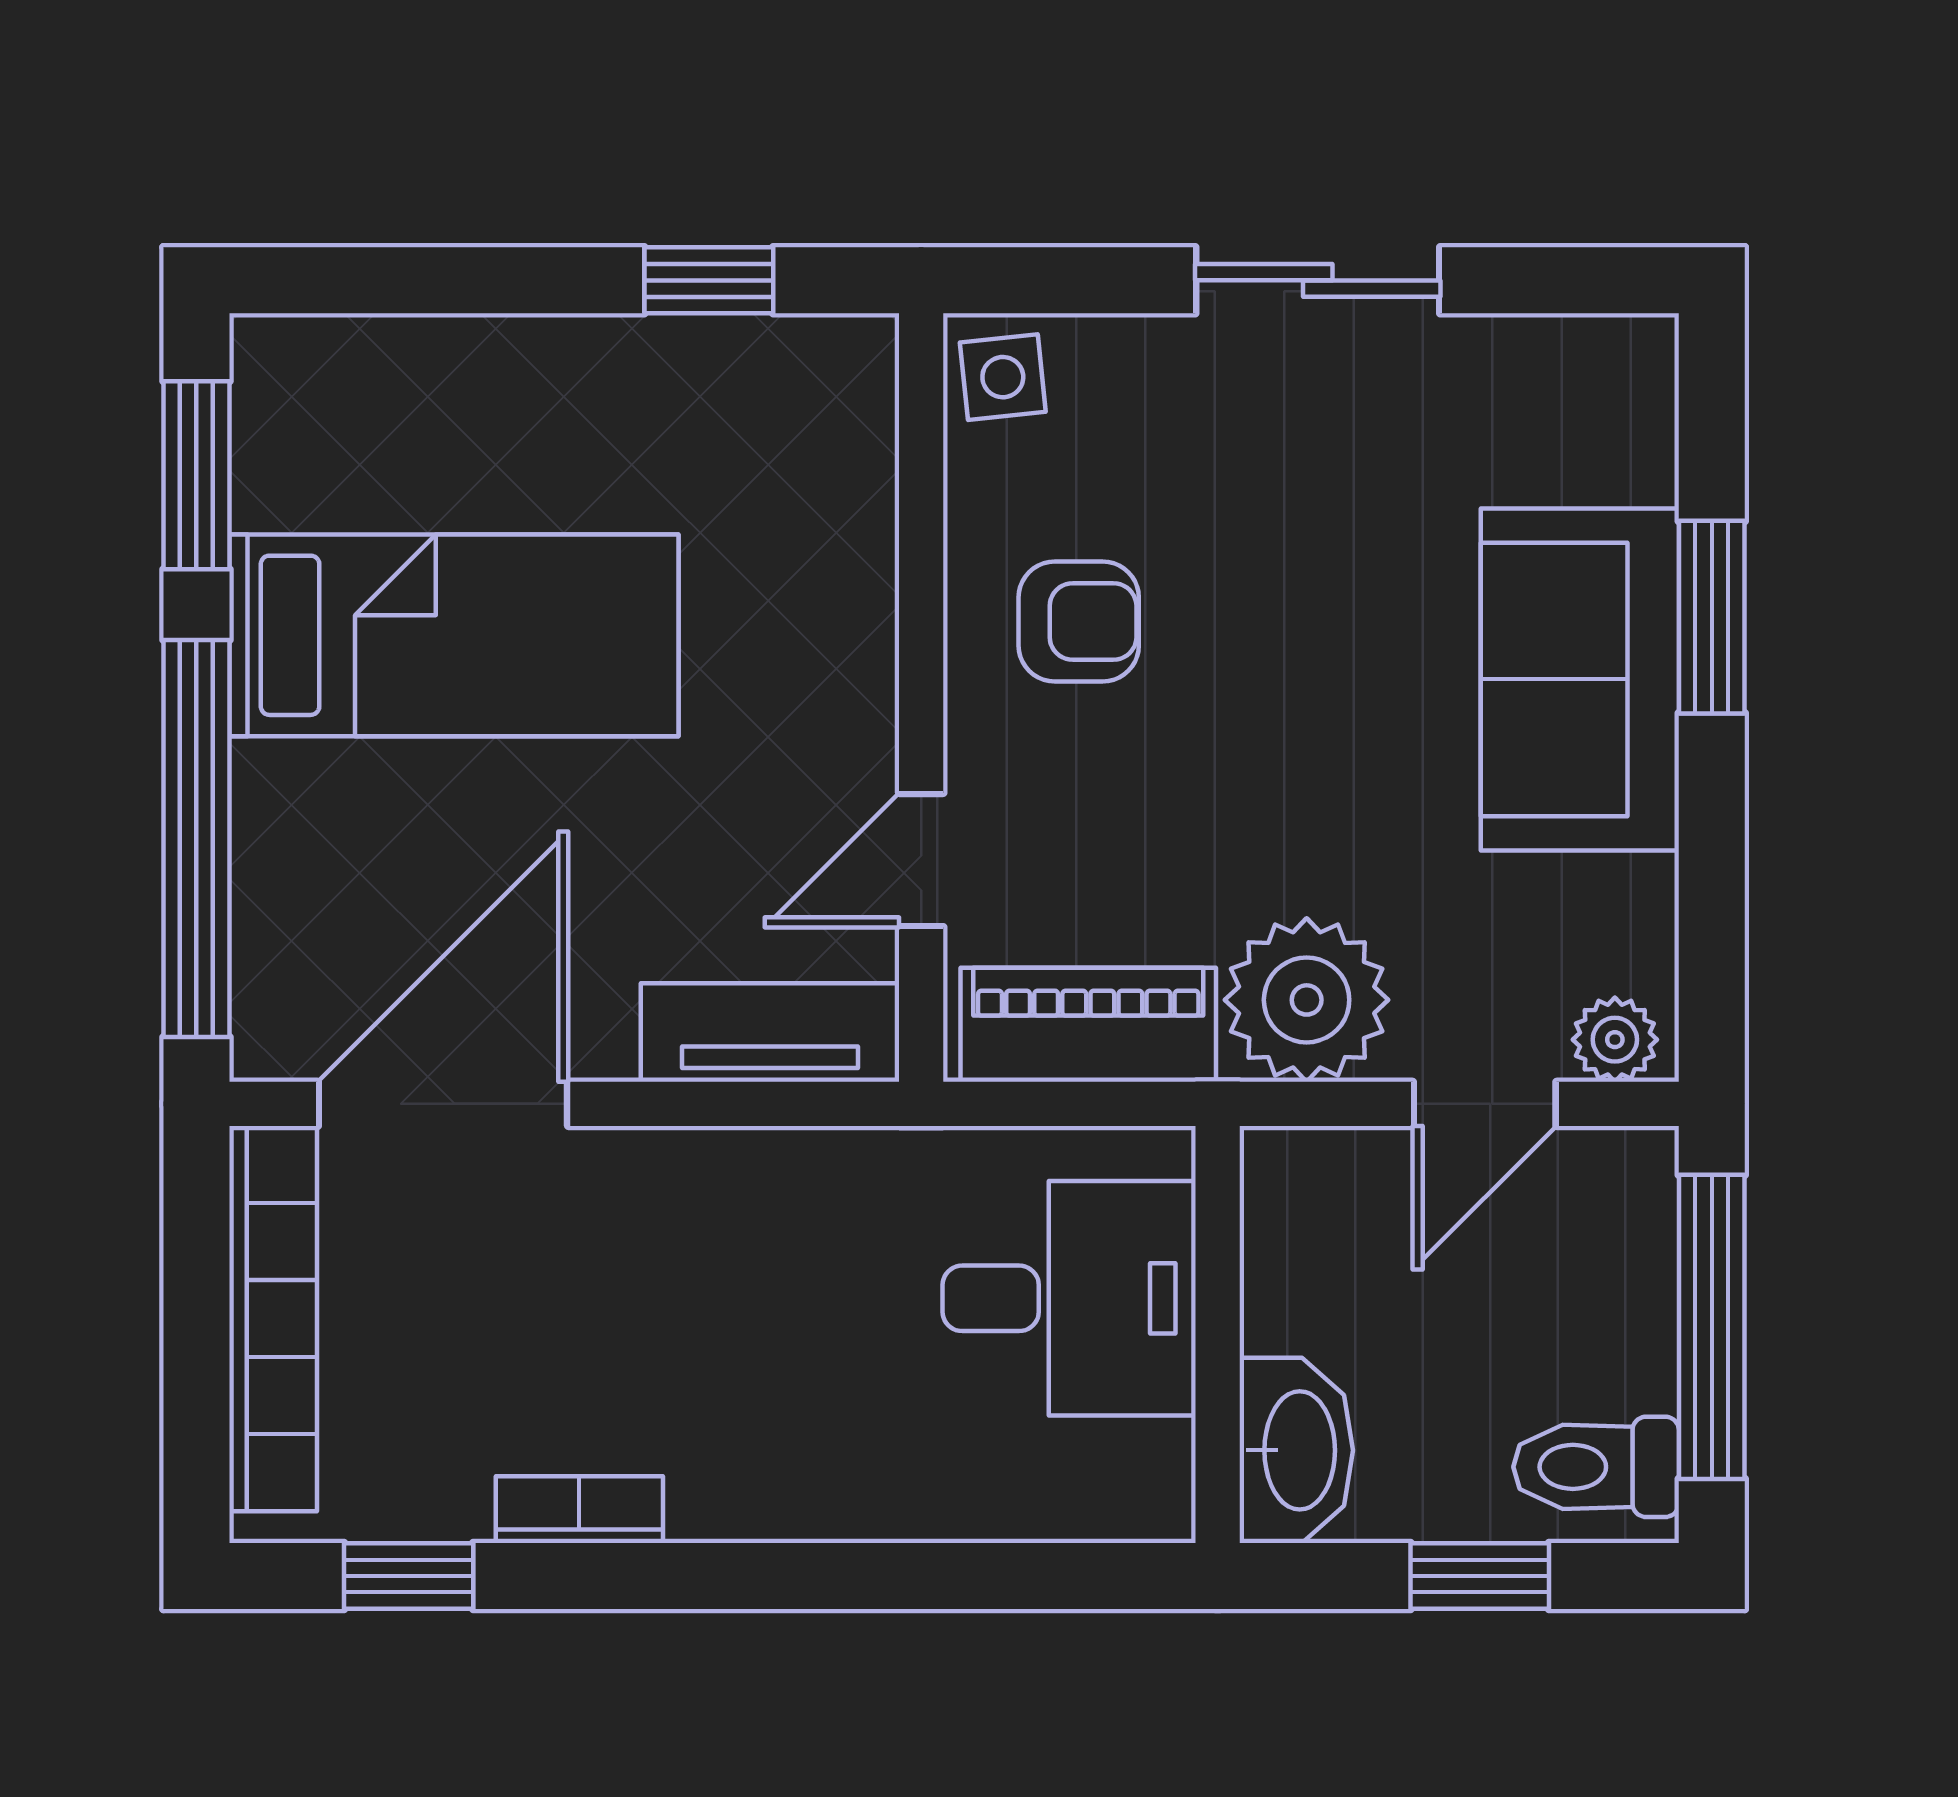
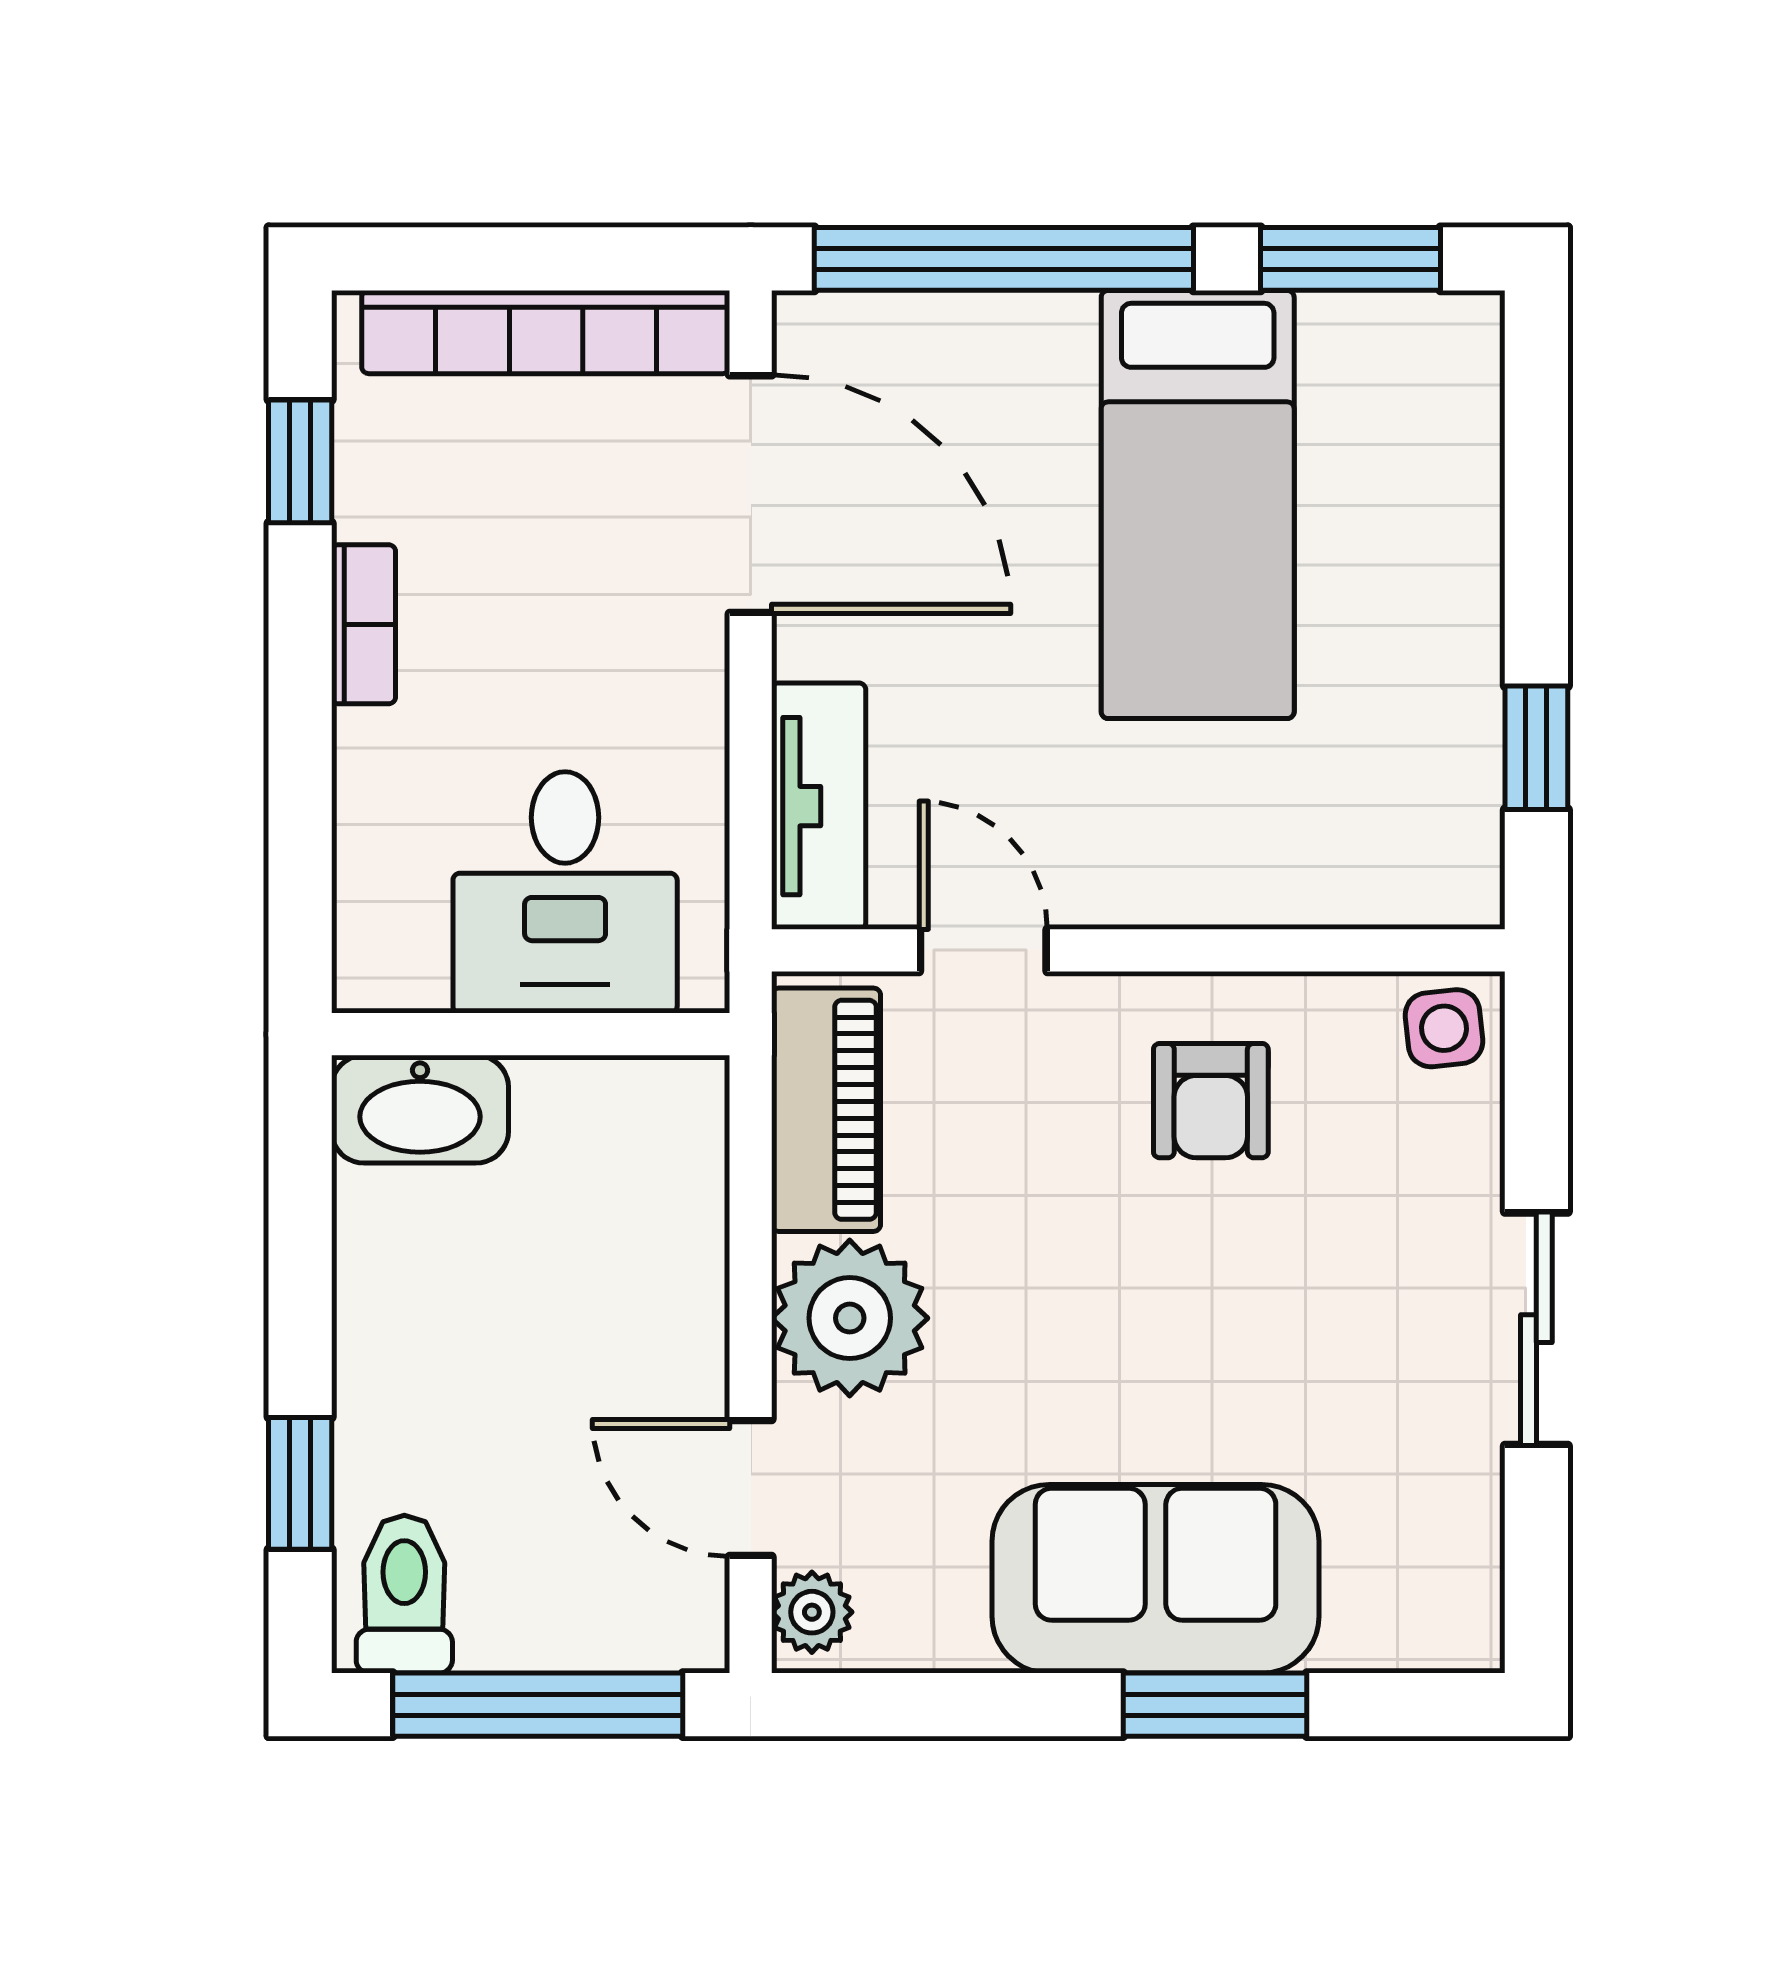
desk: (1069, 1298) -> (565, 892), moved
wall: (1218, 1334) -> (531, 1034), moved
washbasin: (1296, 1450) -> (420, 1109), moved

